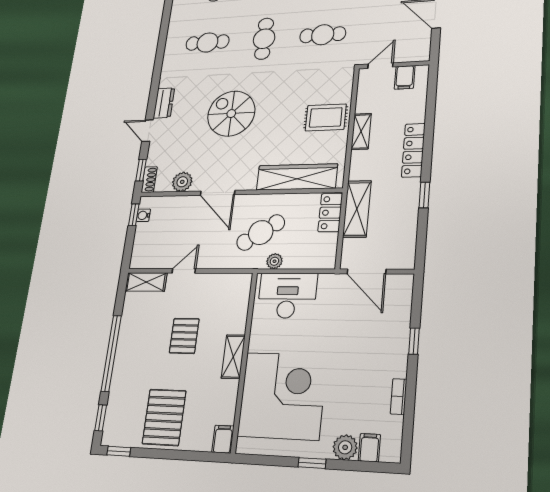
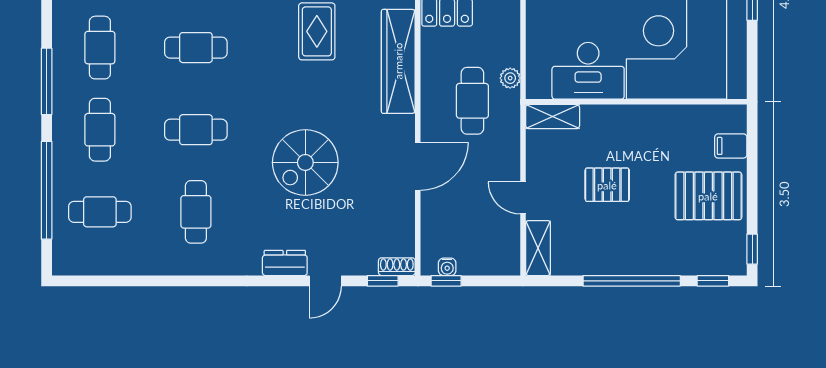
cafe table: (323, 35) -> (196, 48), turned 90
plant: (182, 182) -> (401, 218), removed
cafe table: (261, 233) -> (472, 101), turned 33
desk: (287, 296) -> (588, 71), moved, turned -90
shelving: (233, 357) -> (553, 117), moved
filing cabinet: (223, 439) -> (731, 146), moved

